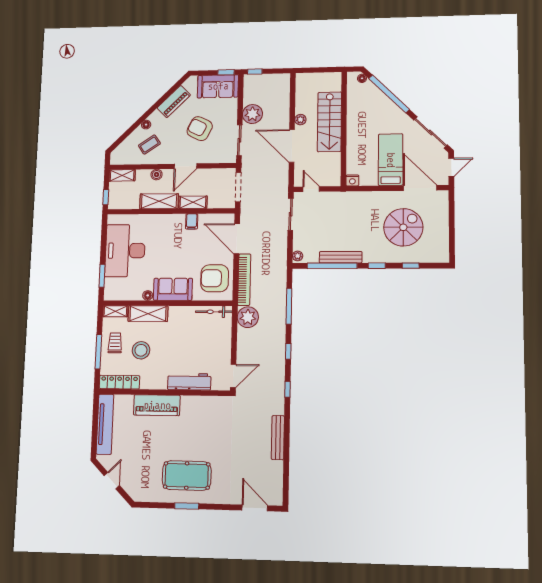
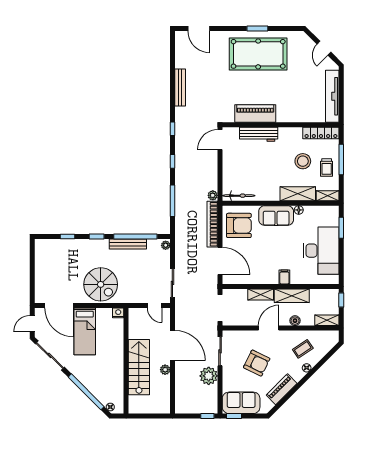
filing cabinet: (192, 221) -> (284, 277), moved
spiral stairs: (403, 227) -> (101, 284), moved, turned -90
plant: (248, 317) -> (213, 195), width x0.53, depth x0.53
piano: (157, 405) -> (255, 113), moved
pool table: (187, 476) -> (258, 54), width x1.36, depth x1.32

